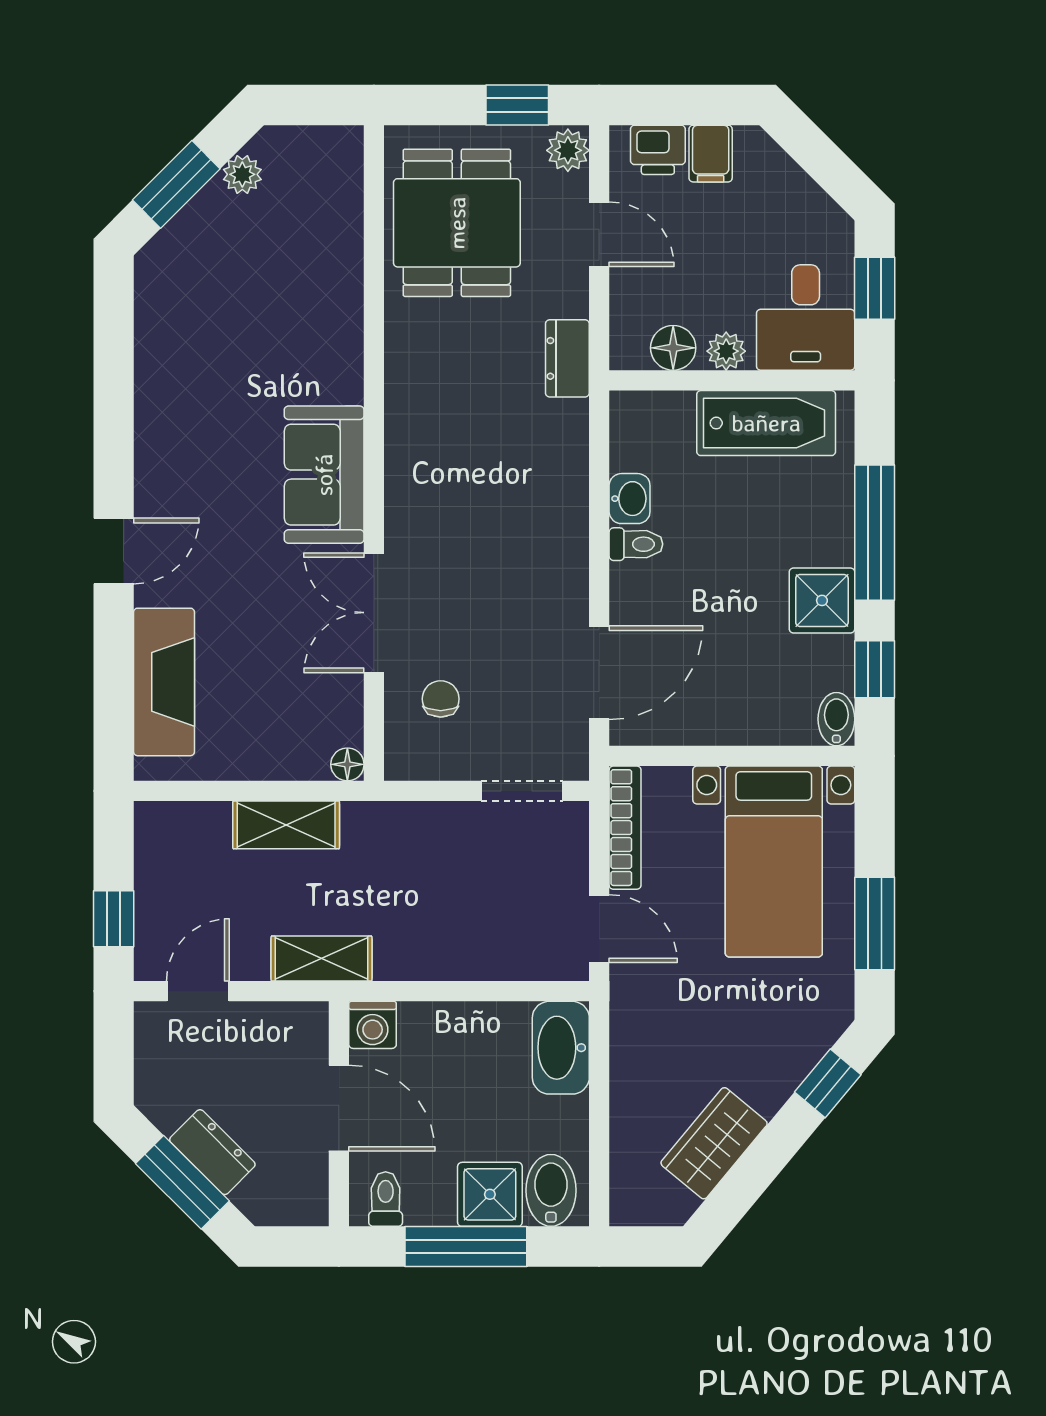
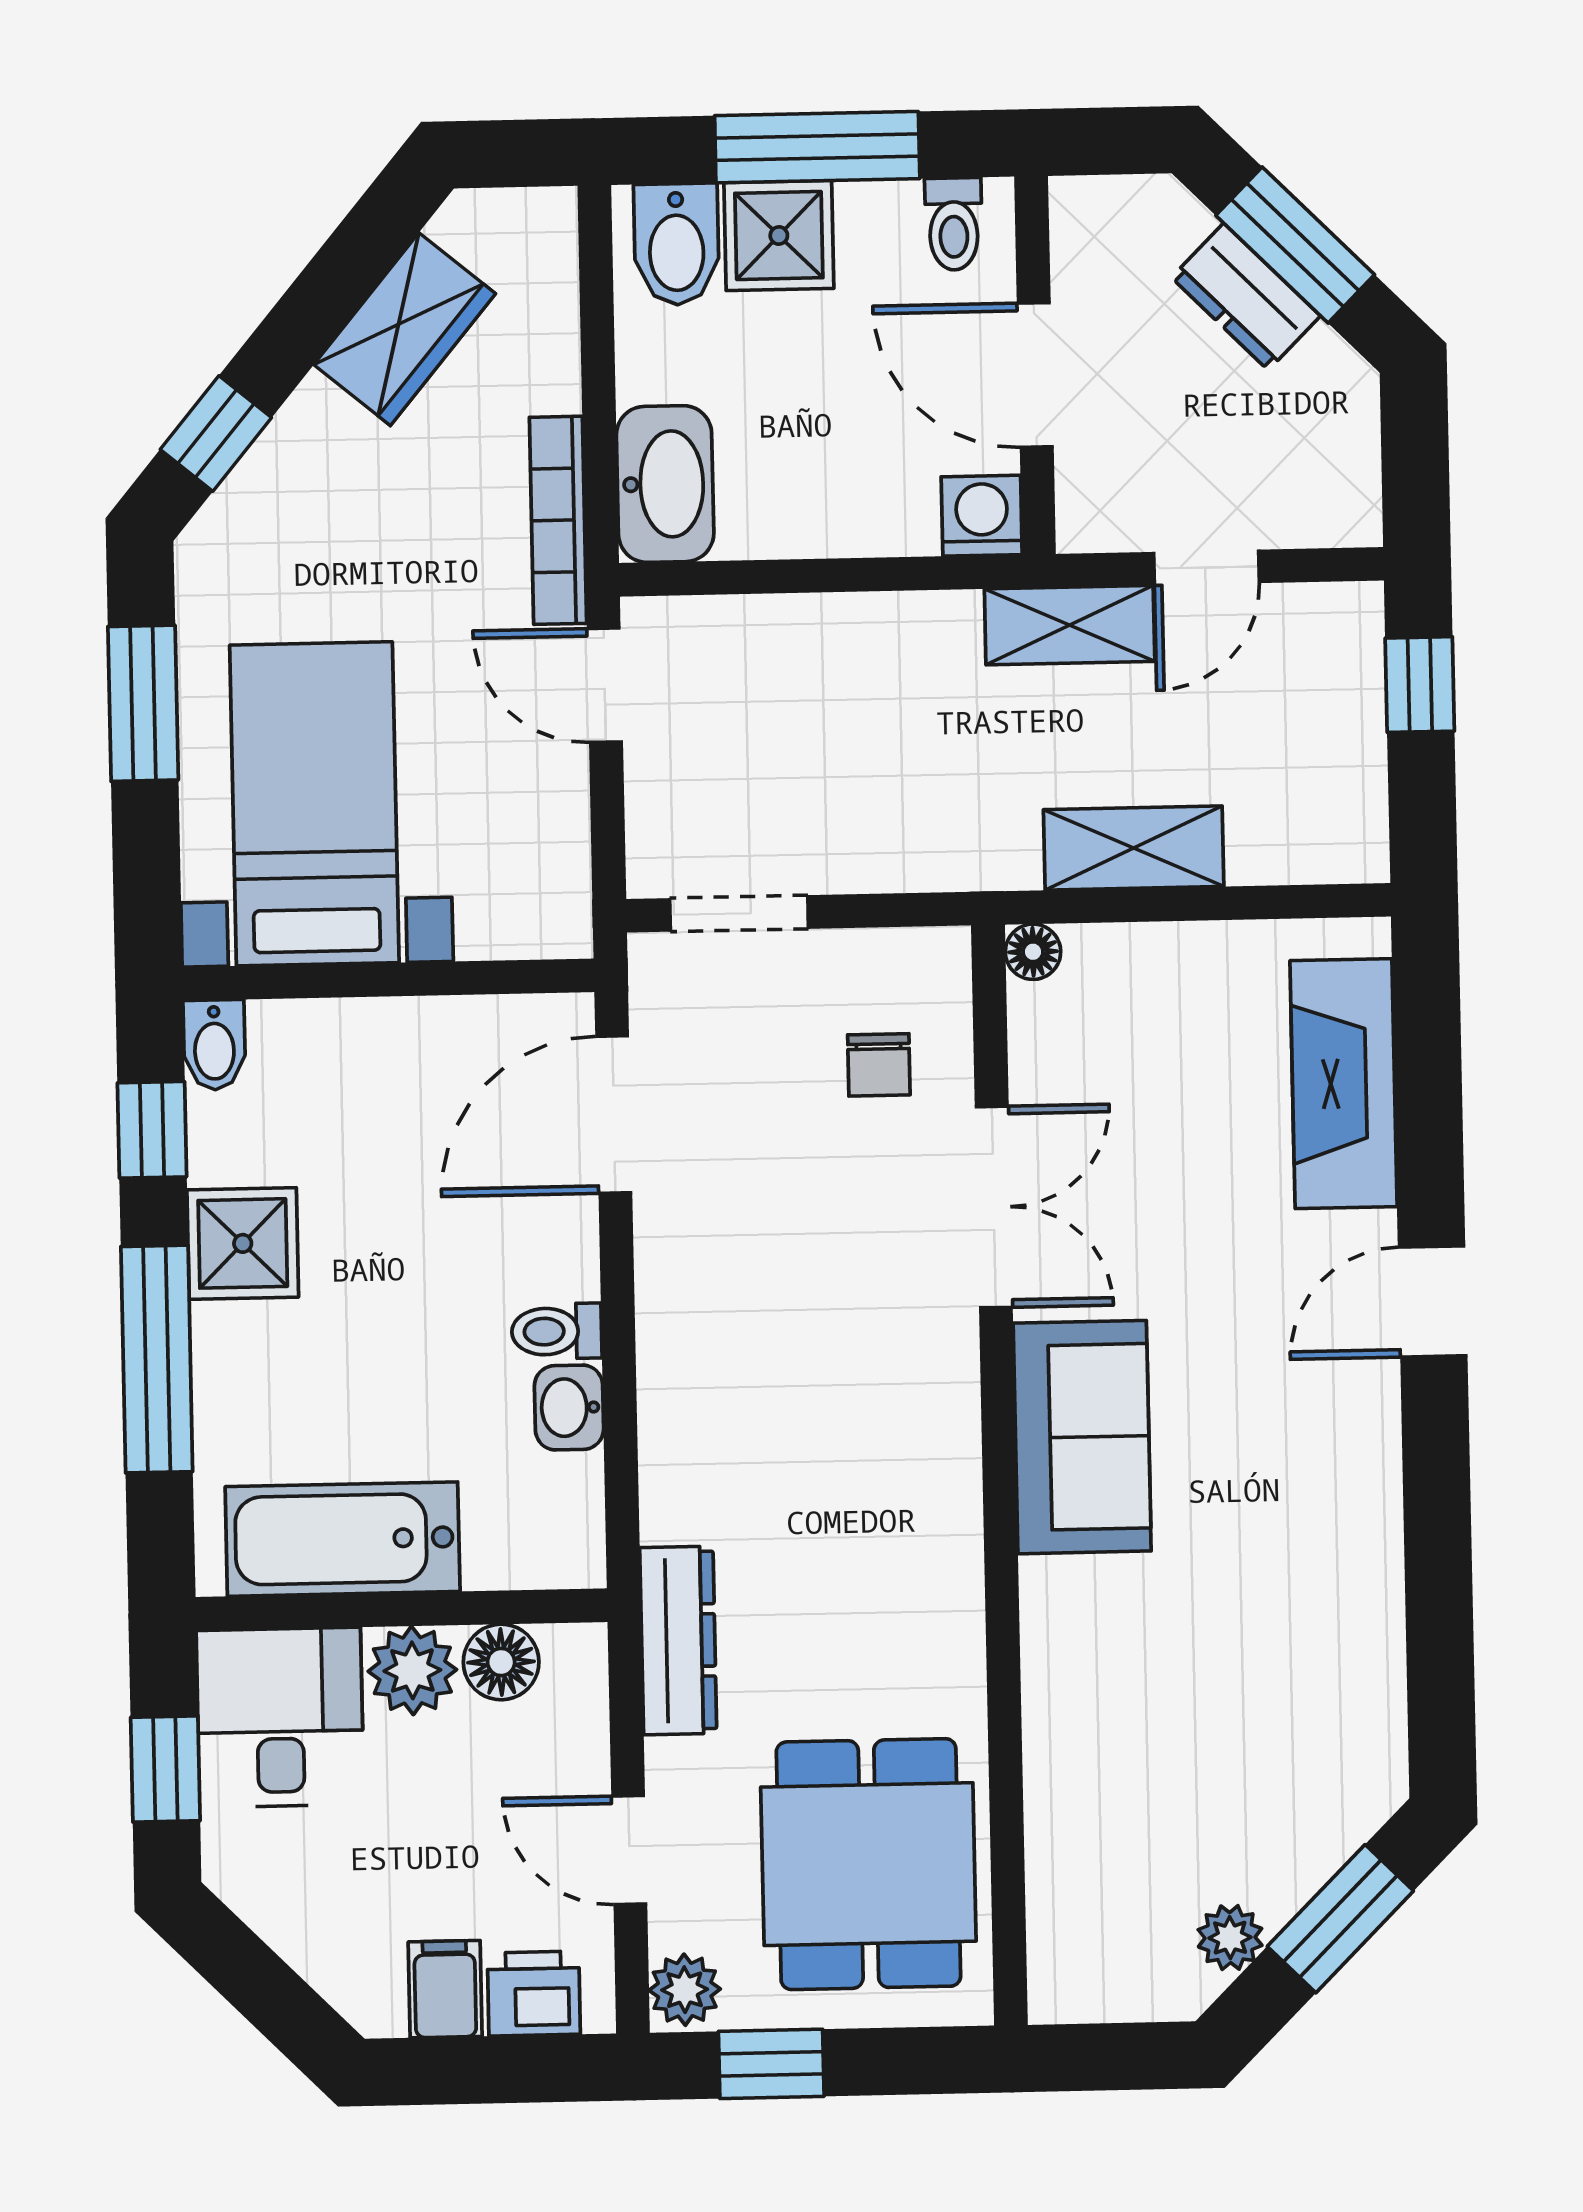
plant: (726, 351) -> (412, 1670), width x1.38, depth x1.38
dresser: (567, 358) -> (678, 1641), width x1.44
bookcase: (625, 828) -> (558, 520), moved
door: (198, 991) -> (1207, 568), moved

